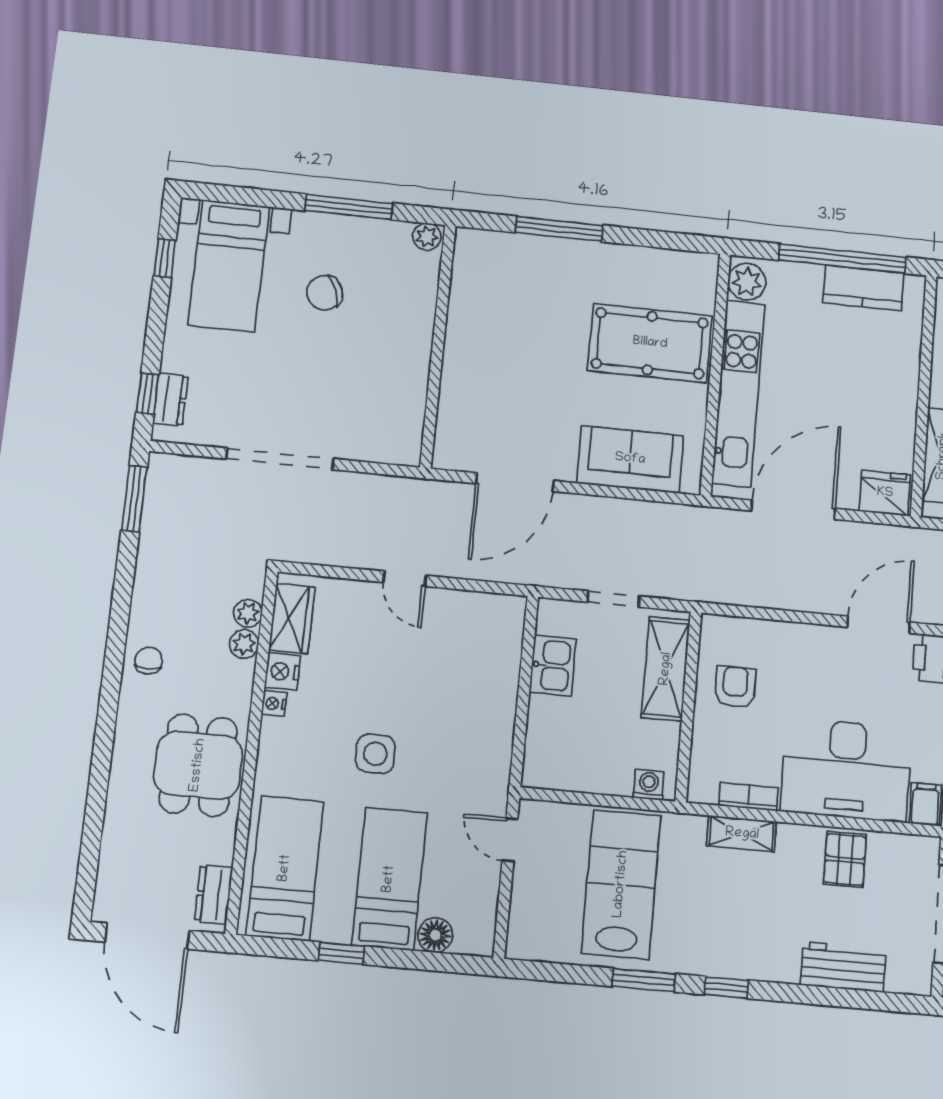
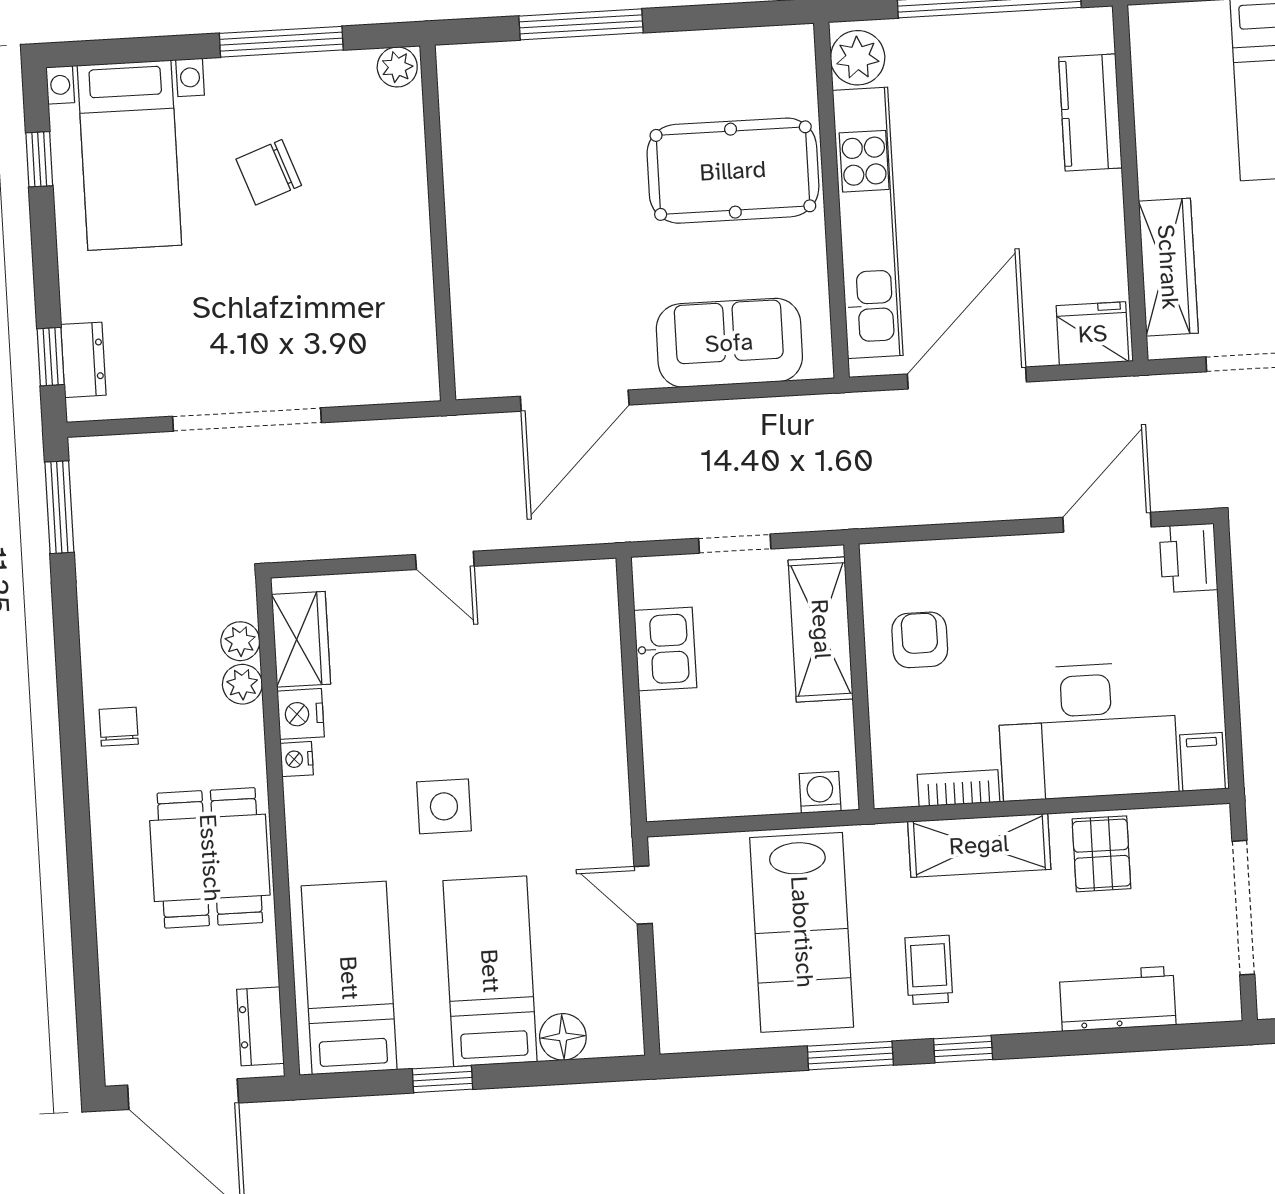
kitchen counter: (863, 288) -> (1090, 113), moved, turned 90
shelving: (742, 834) -> (979, 845), width x1.50, depth x1.33
lab bench: (621, 884) -> (802, 932), turned 180
trolley: (709, 925) -> (929, 970), added

